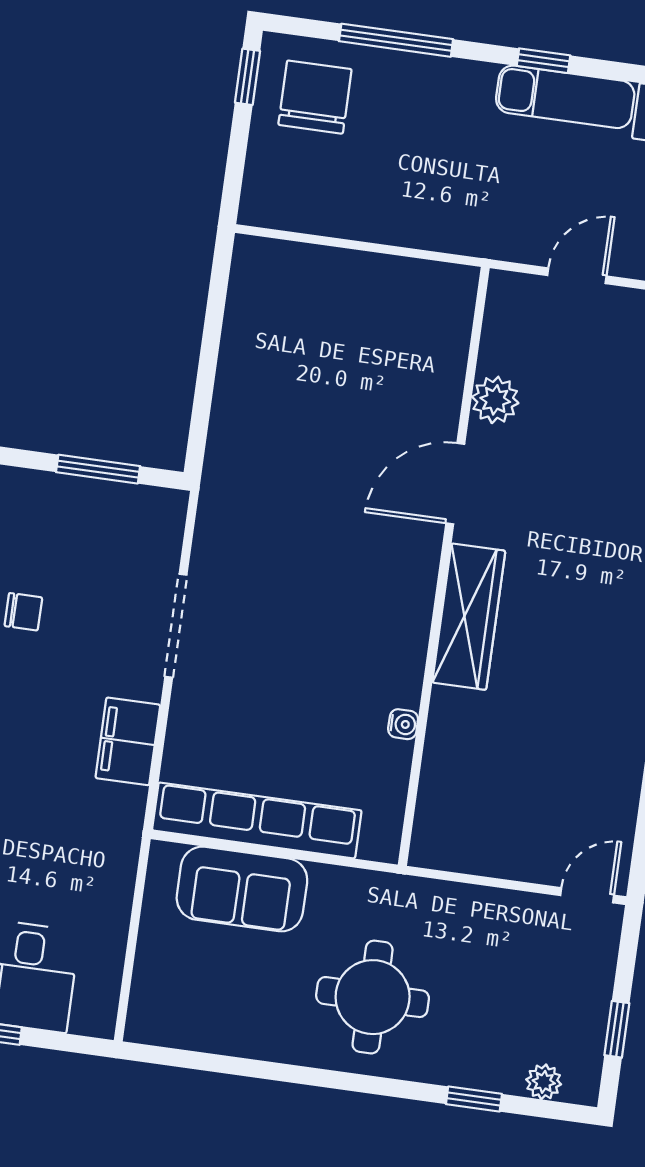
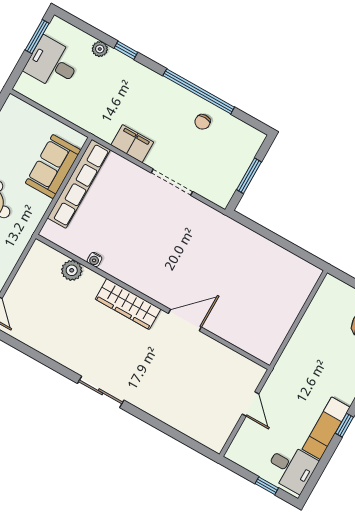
plant: (495, 400) -> (72, 270), moved
door: (455, 484) -> (185, 320), hinge flipped

